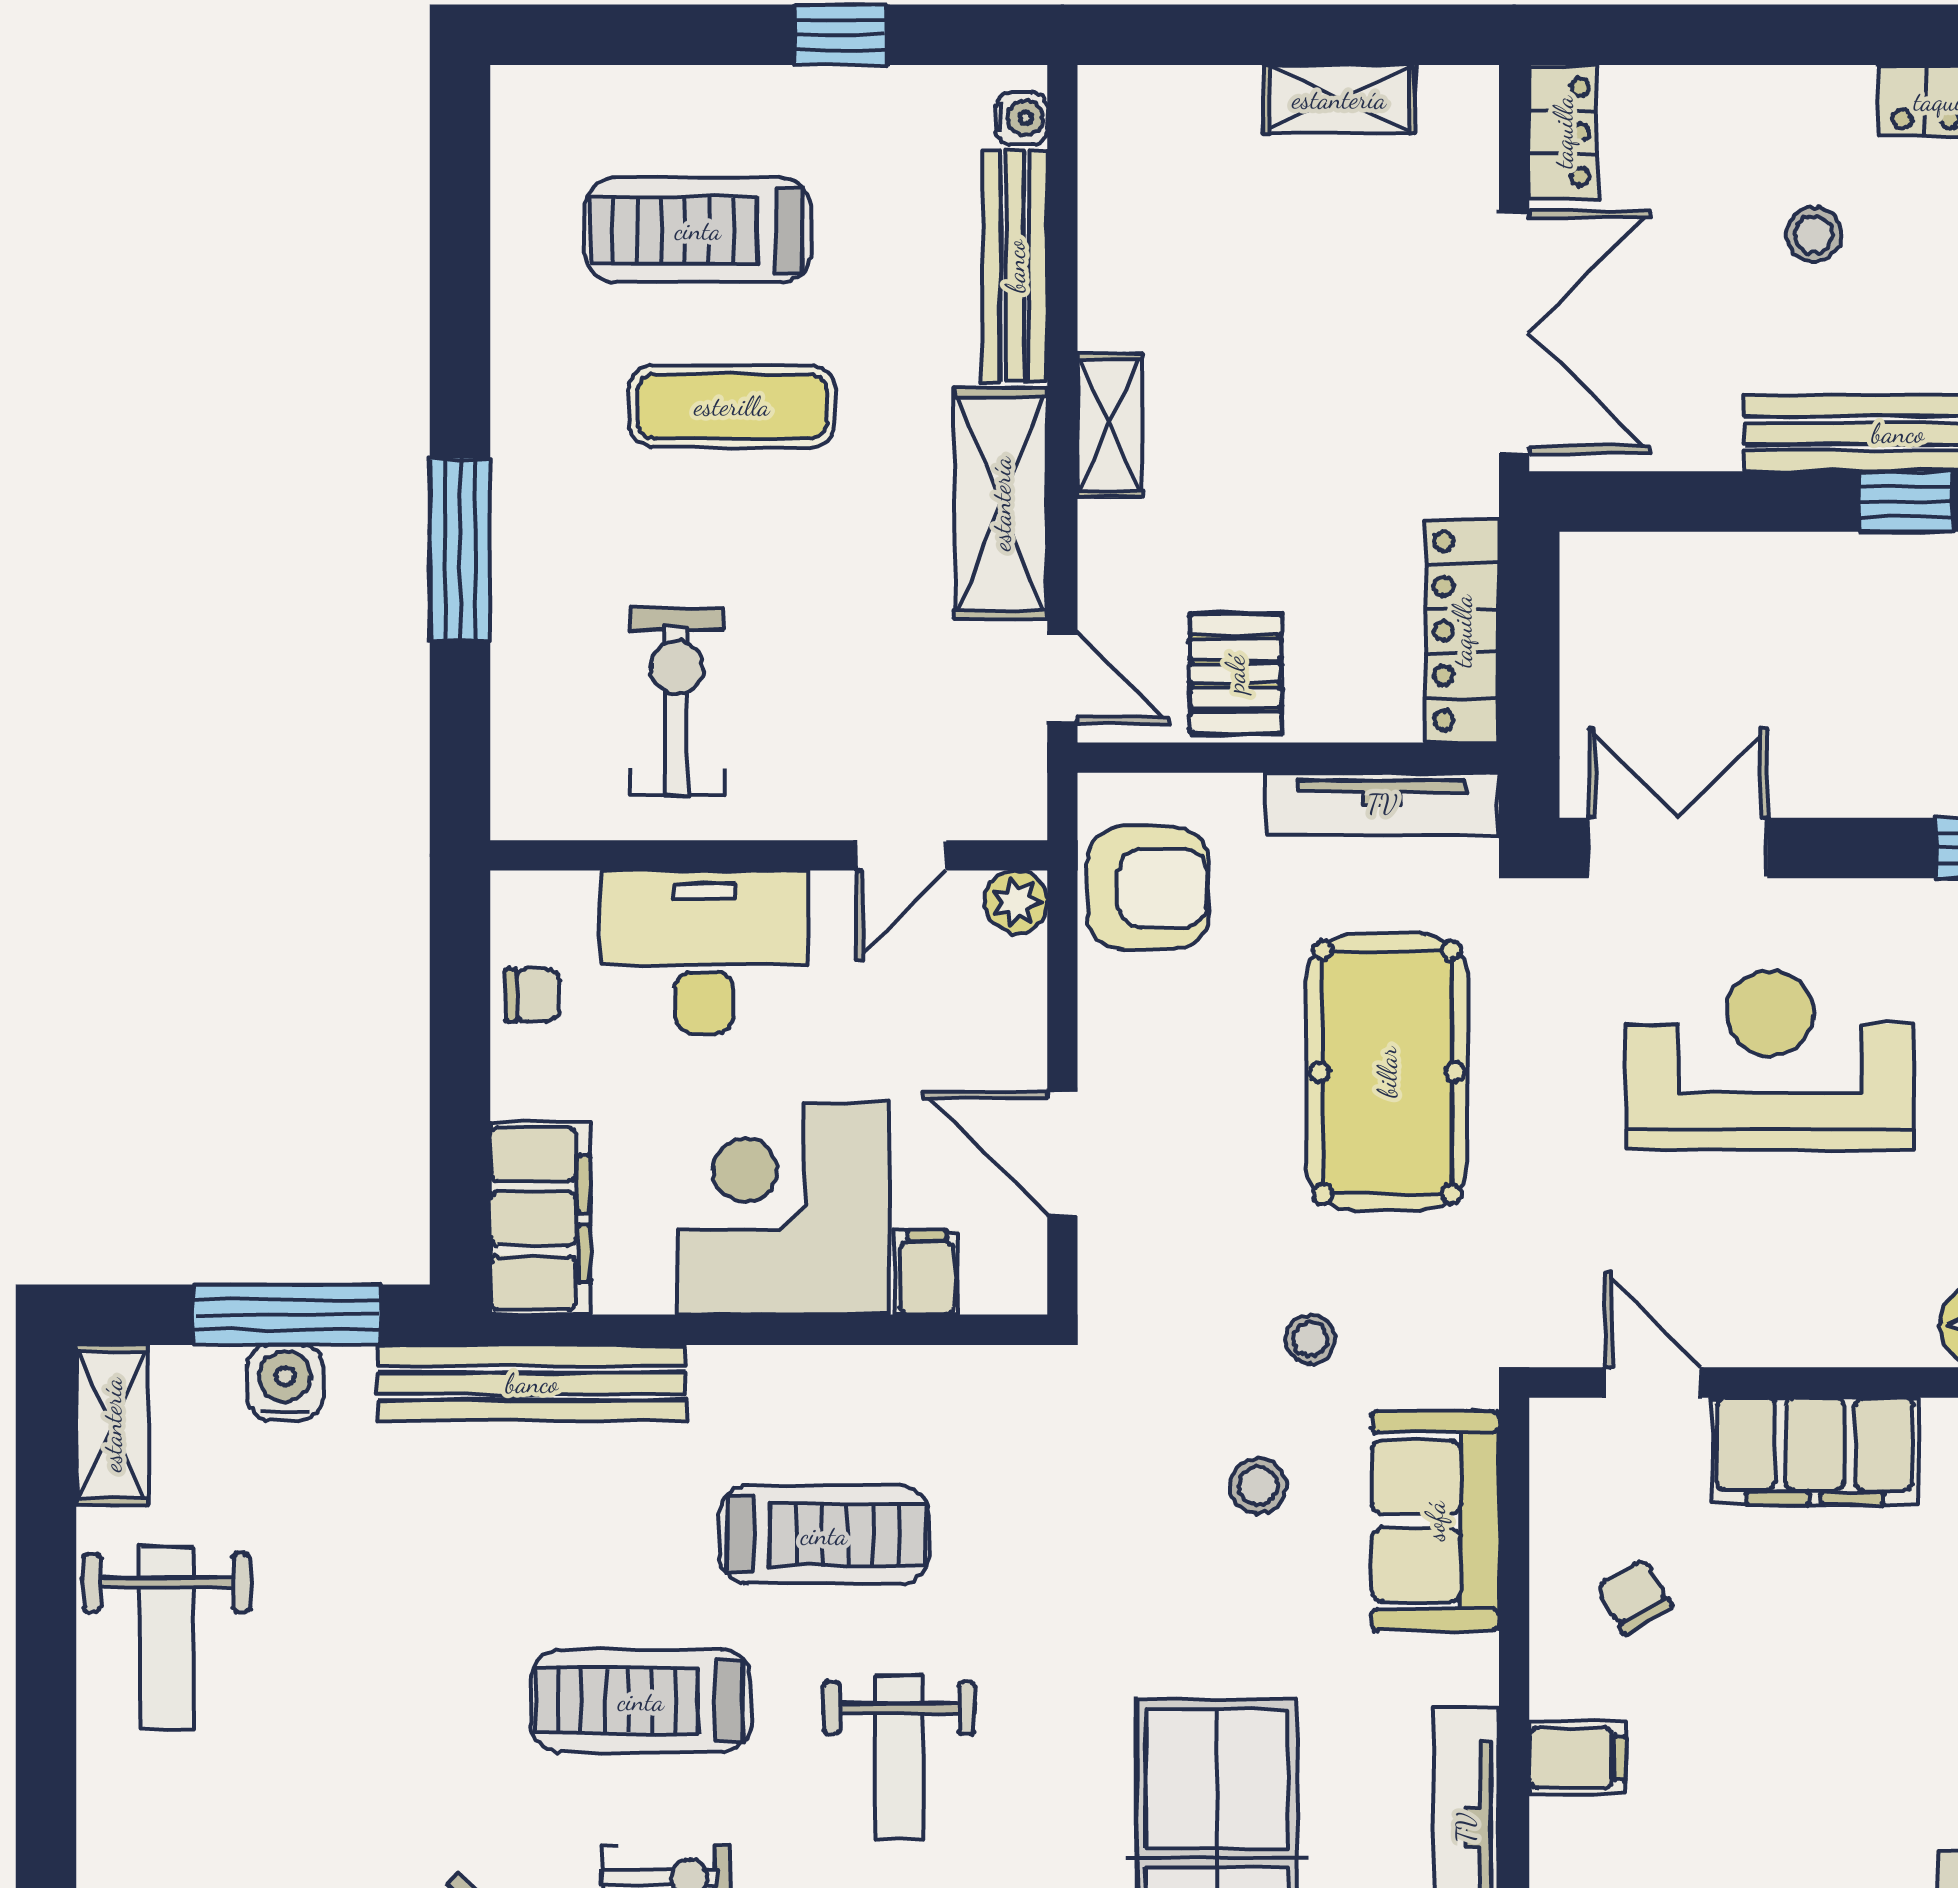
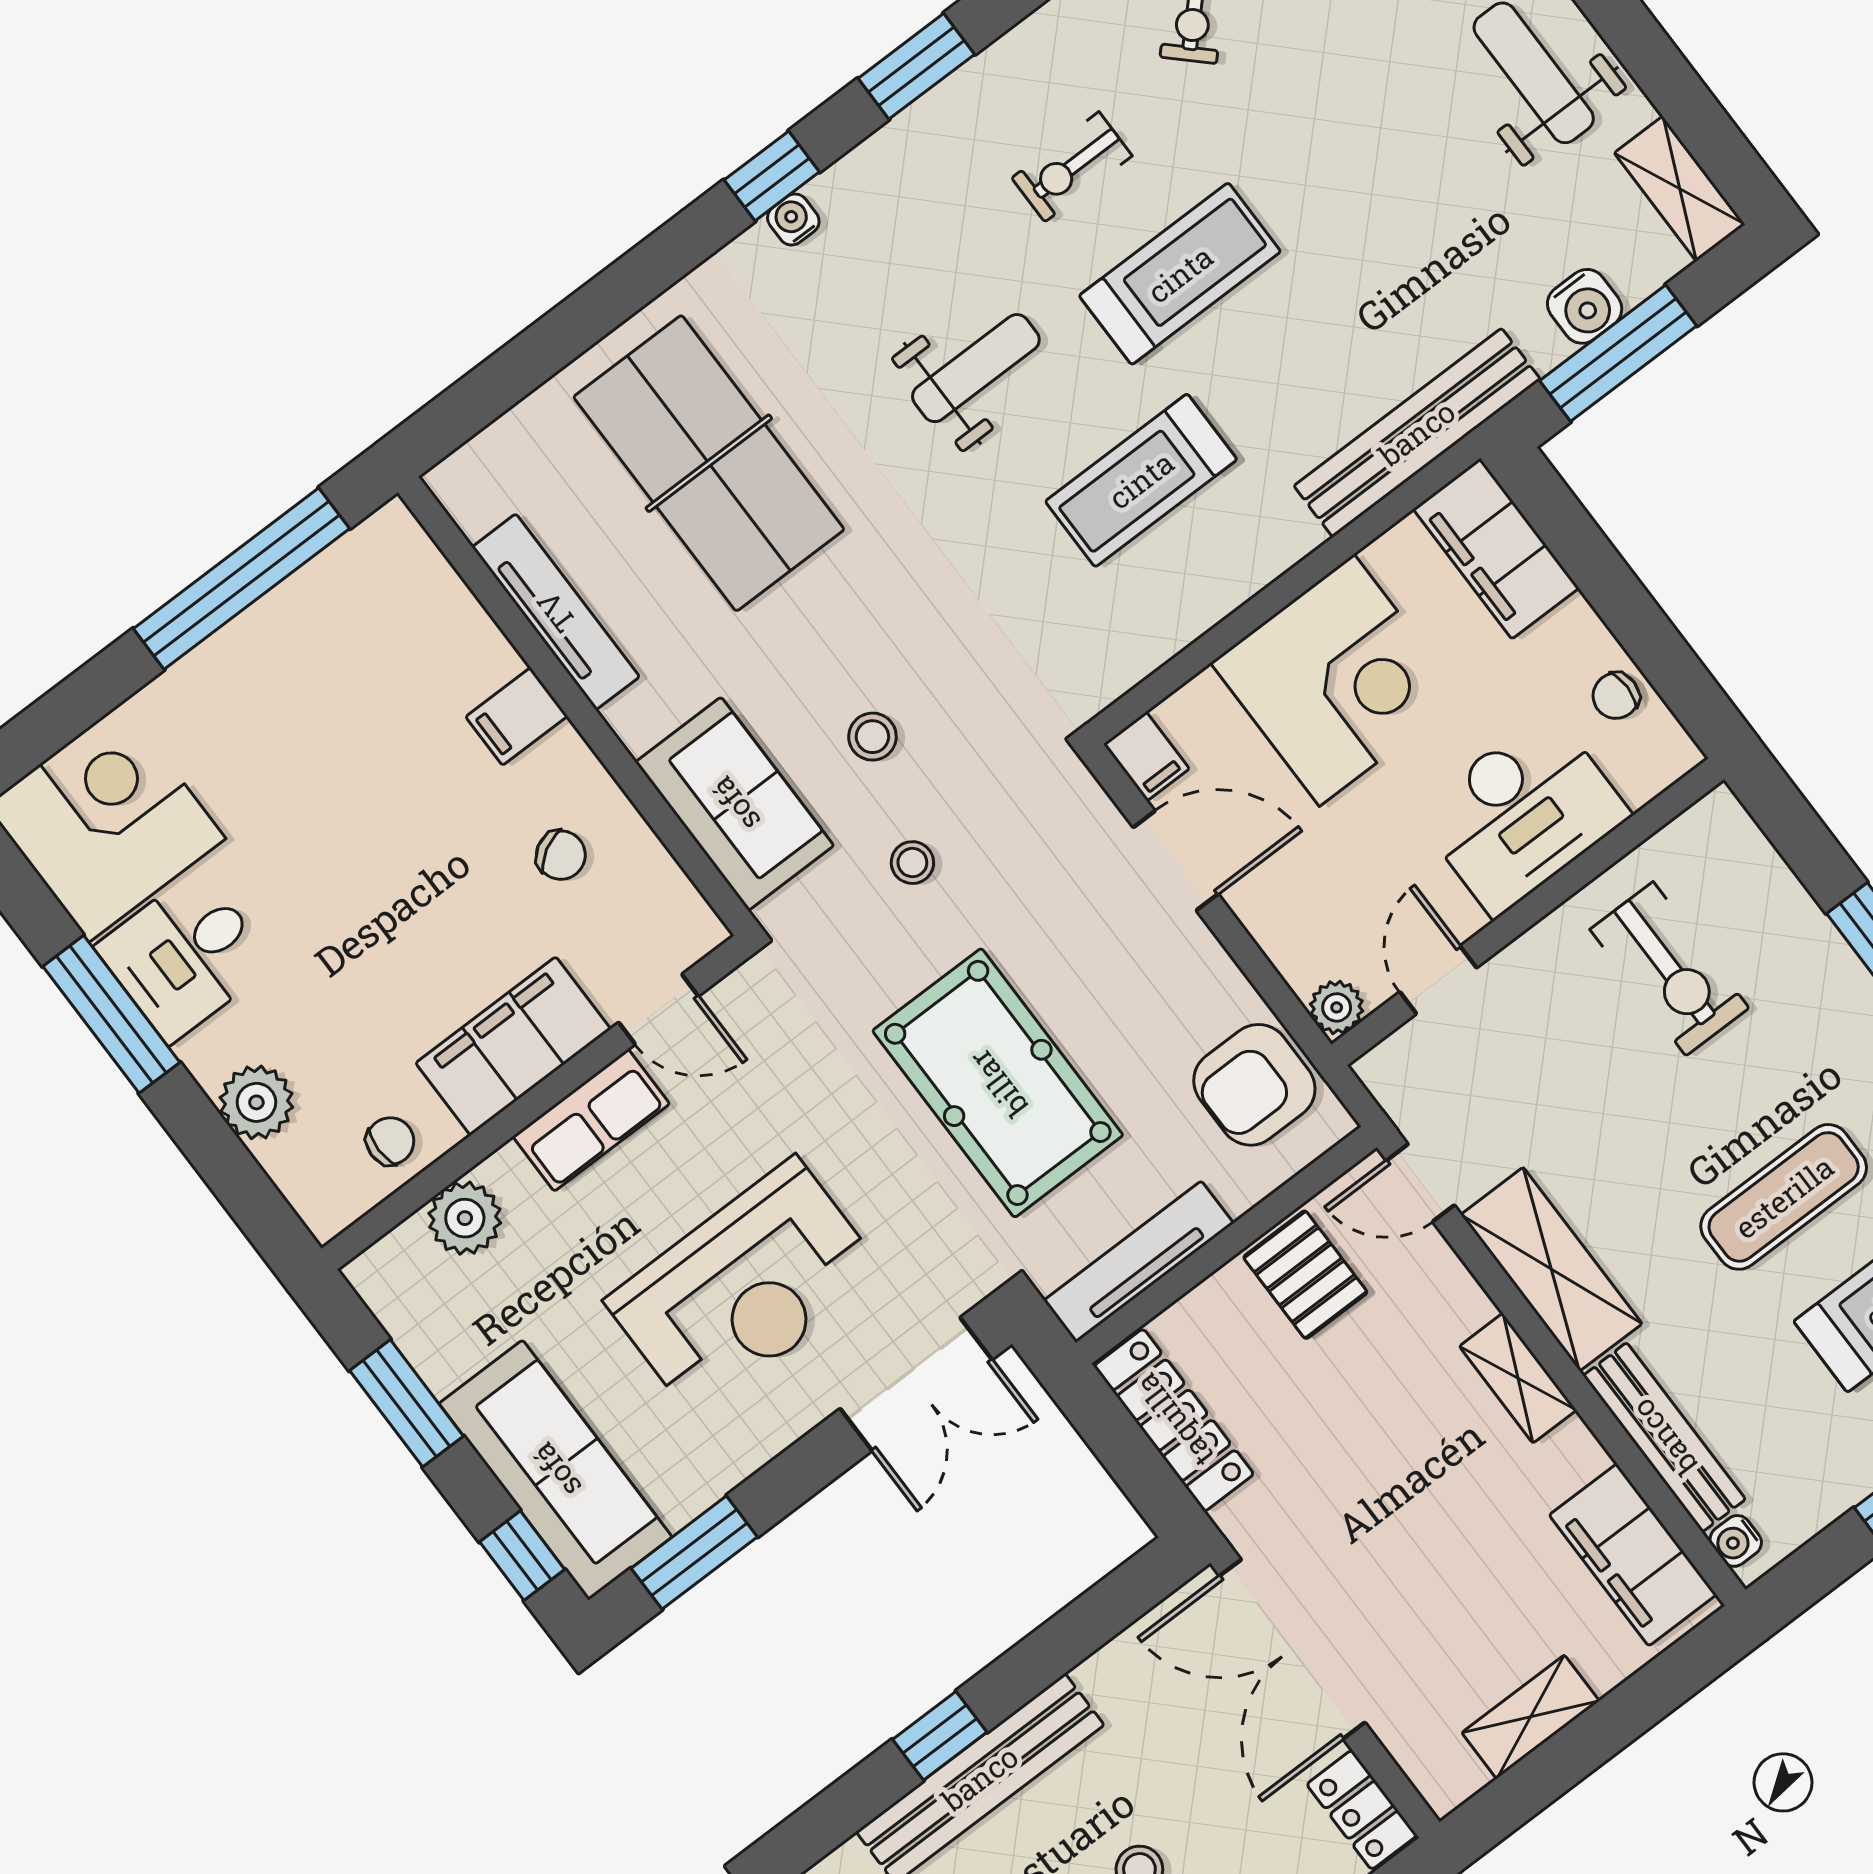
filing cabinet: (1128, 178) -> (1633, 1555), added
filing cabinet: (927, 1272) -> (1146, 756), moved
row of seats: (1795, 1327) -> (591, 1120), added
weight bench: (899, 1758) -> (976, 368), turned 90

